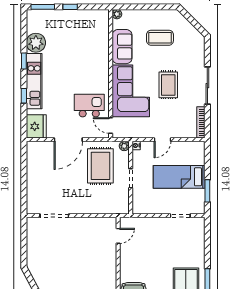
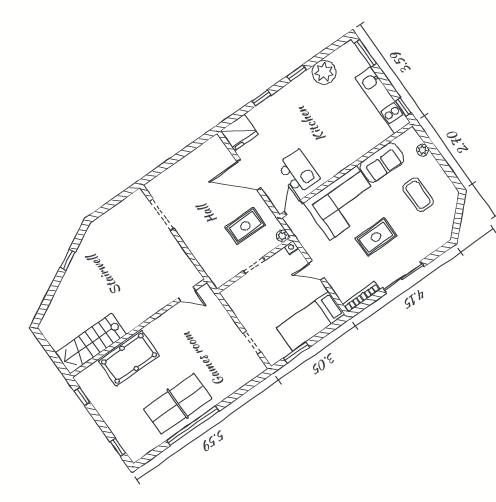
window: (70, 7) -> (403, 107), moved
plant: (117, 14) -> (423, 150), moved
kitchen unit: (34, 81) -> (383, 100), moved, turned 90
rug: (100, 166) -> (245, 226), width x0.73, depth x0.70
bed: (179, 177) -> (311, 321), moved, turned -90

